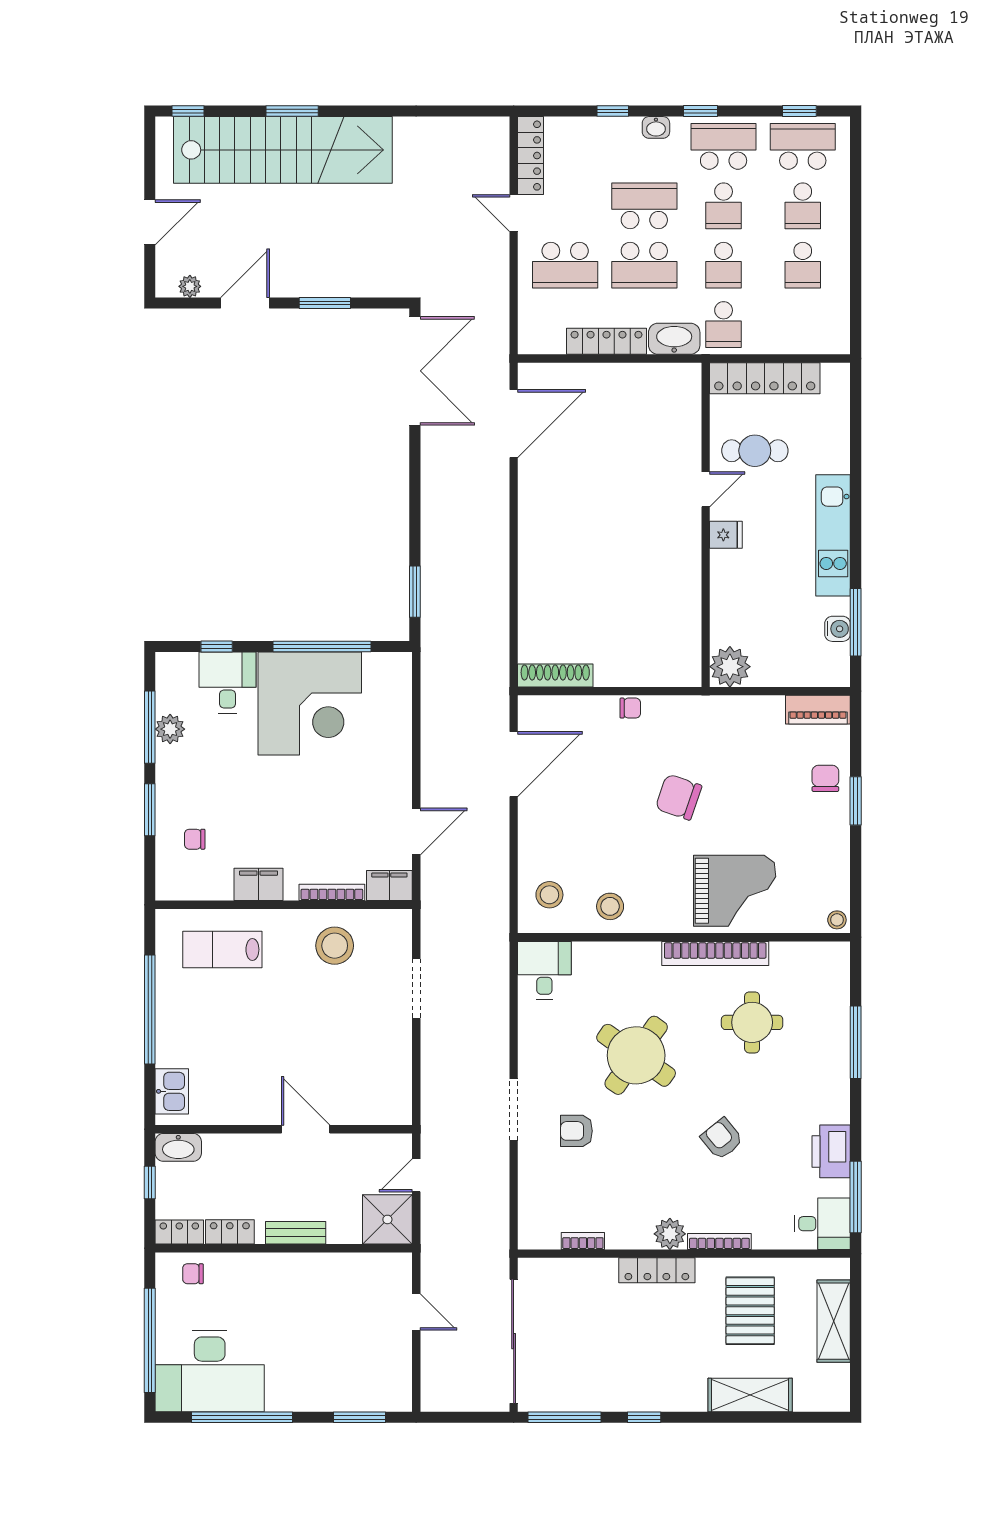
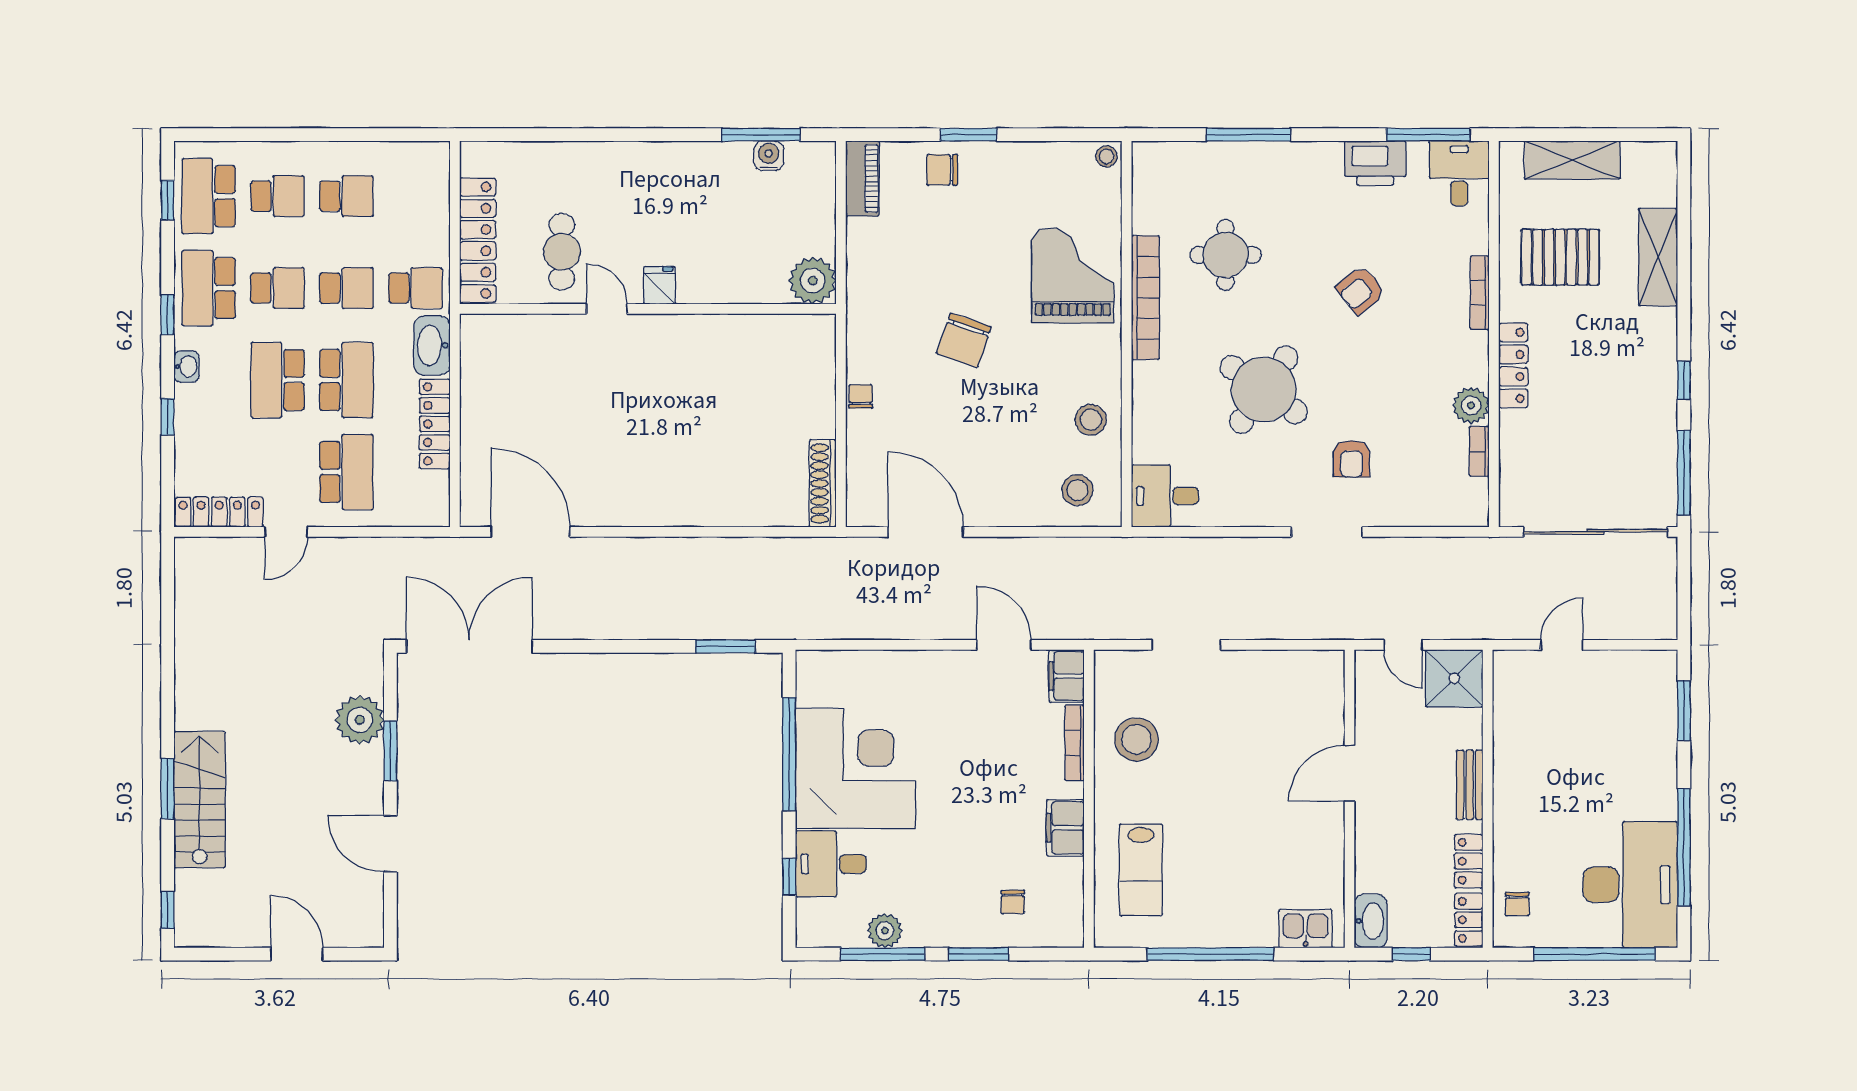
stairs: (283, 150) -> (200, 799), width x0.54, depth x0.66
plant: (190, 286) -> (360, 720), moved, width x1.87, depth x1.87
kitchen unit: (833, 535) -> (660, 161), removed
plant: (670, 1234) -> (1471, 405), moved

